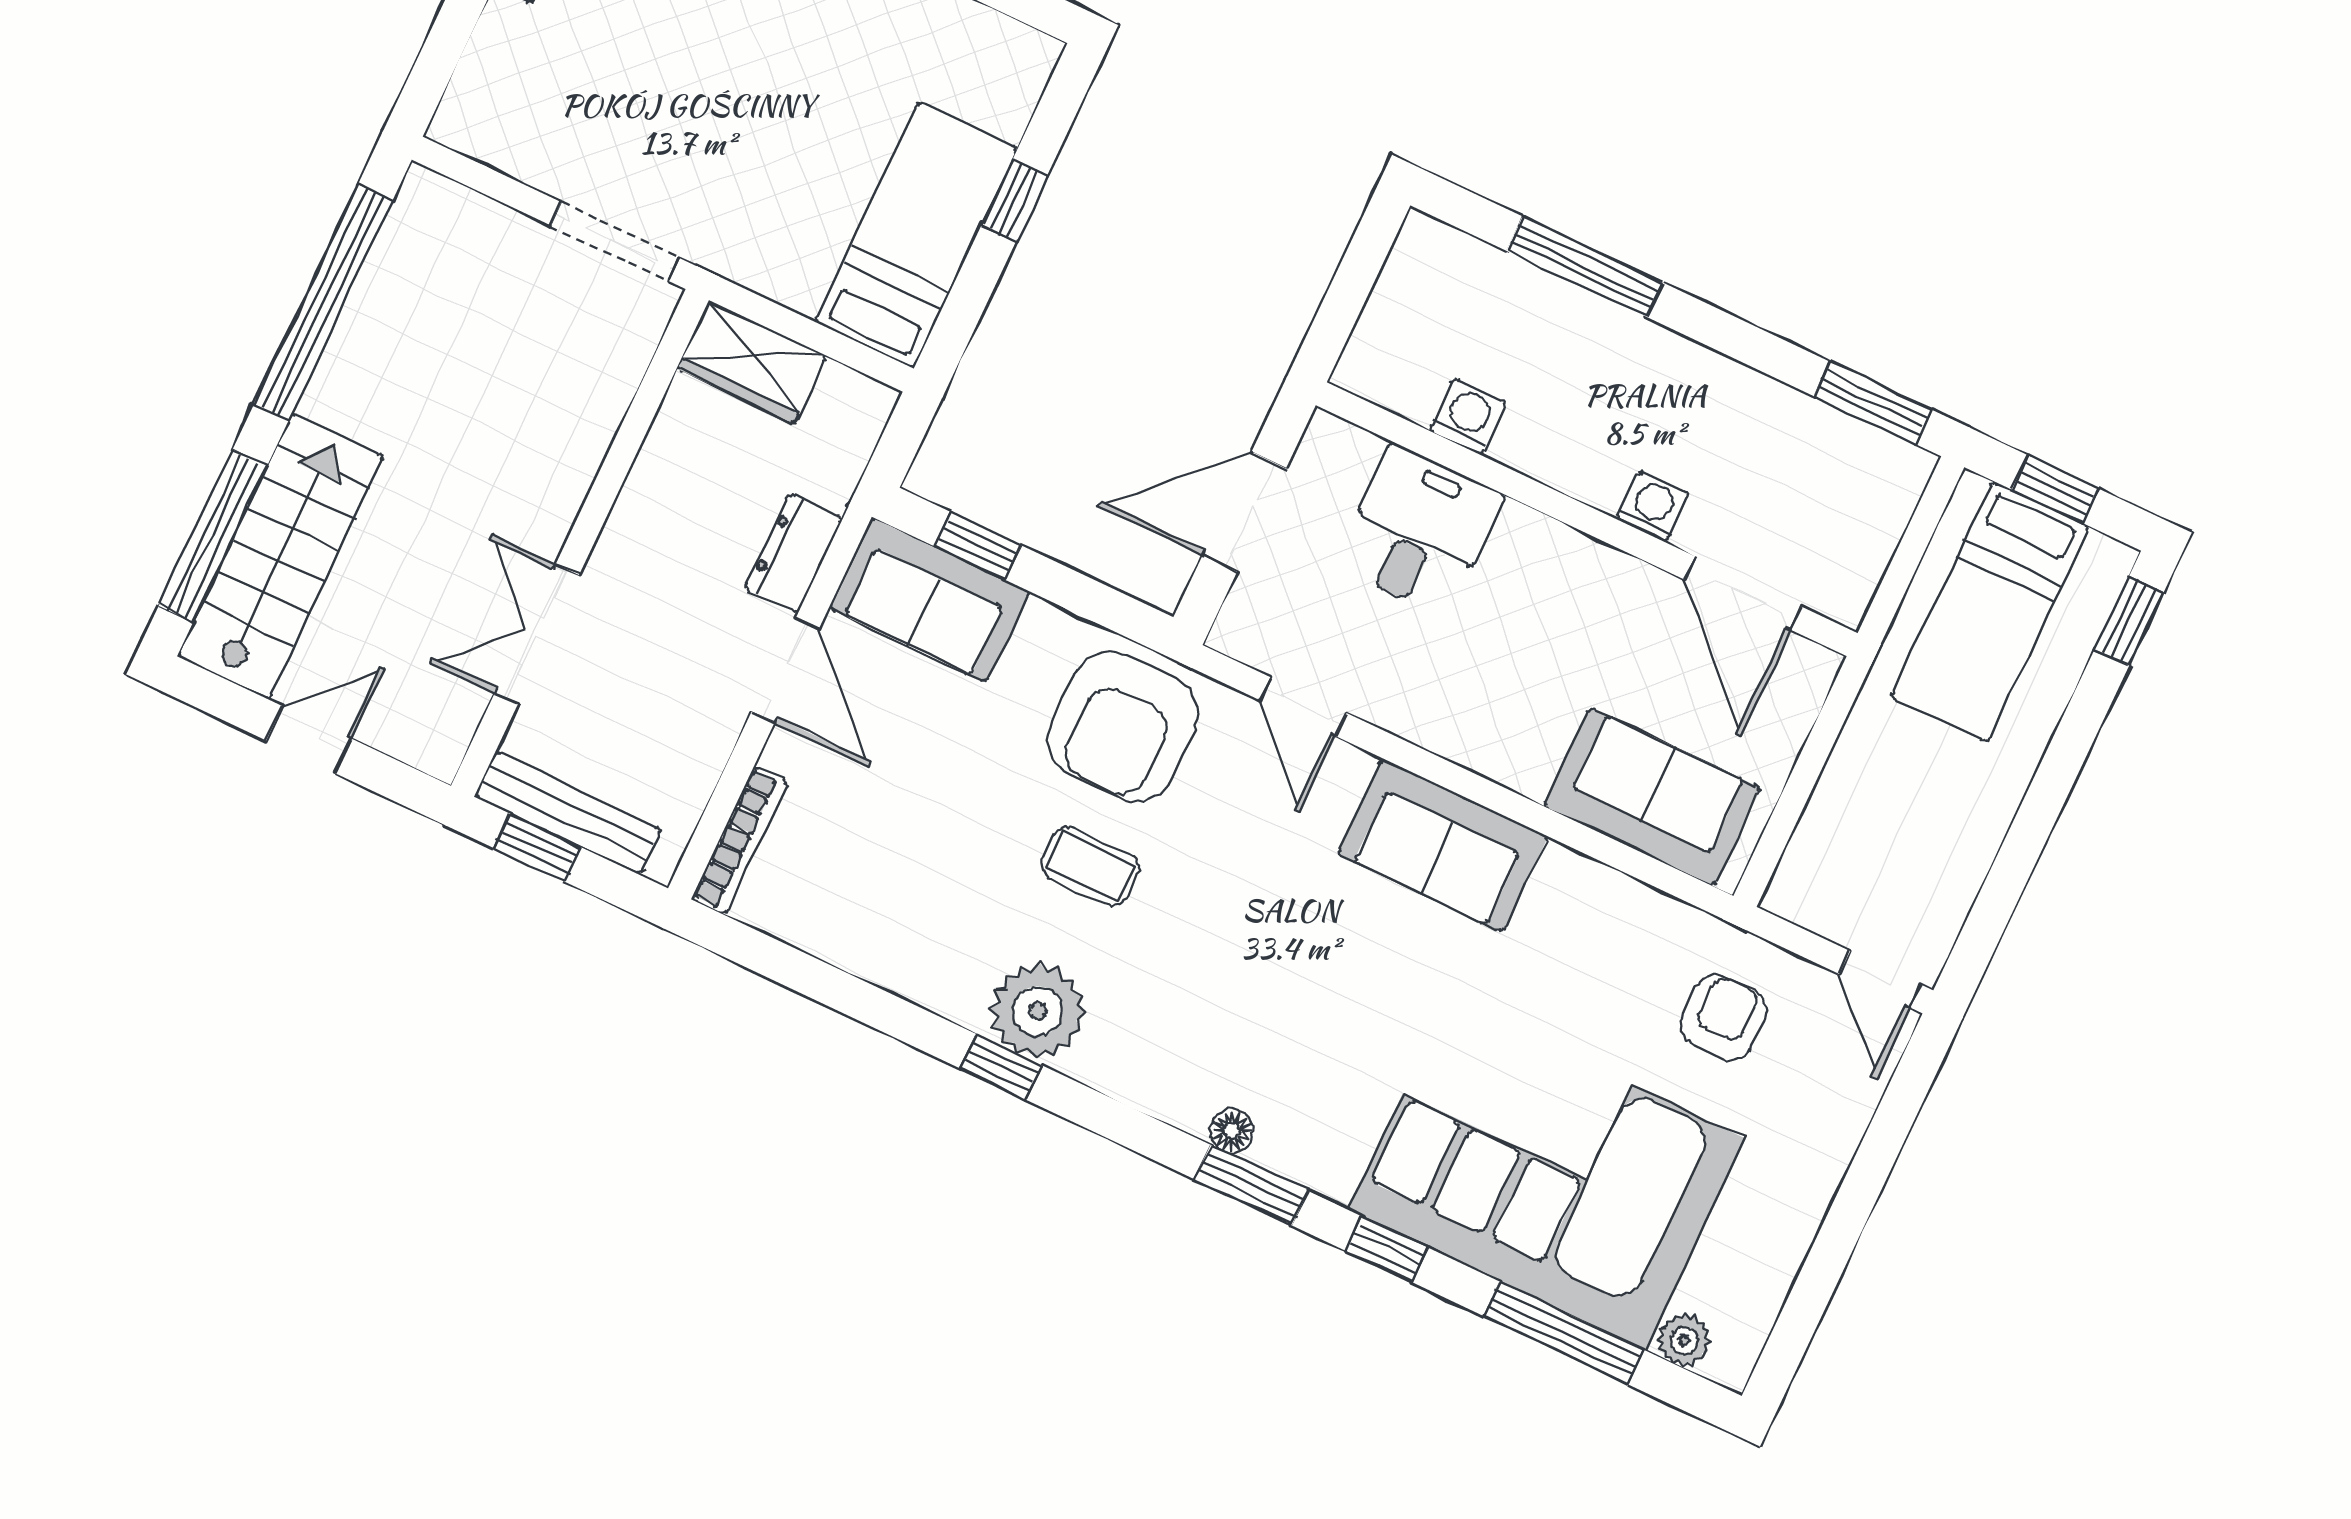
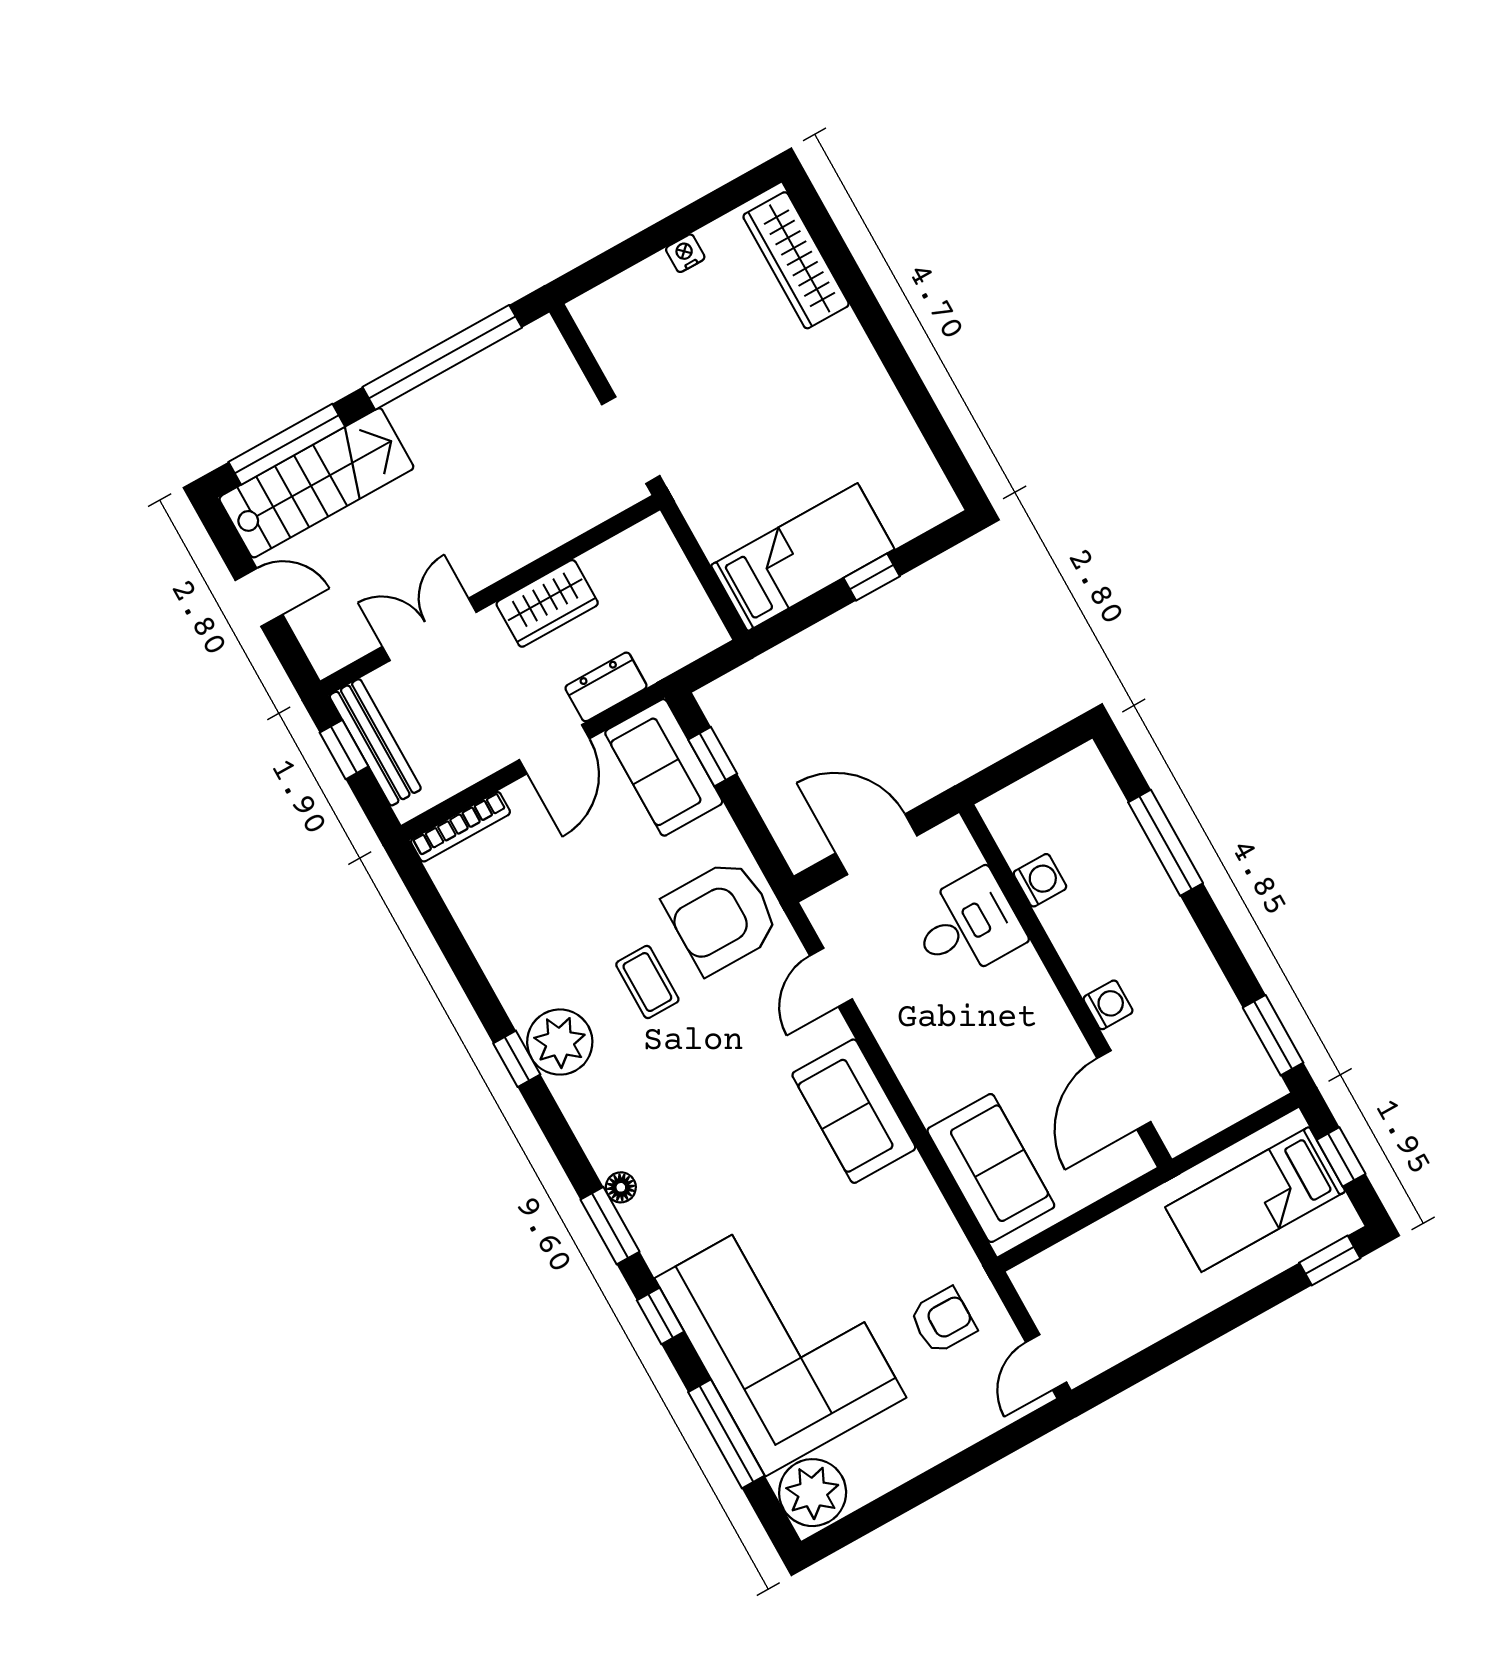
wardrobe: (752, 362) -> (547, 603), moved, turned -90
plant: (1684, 1340) -> (813, 1493), width x1.87, depth x1.87

